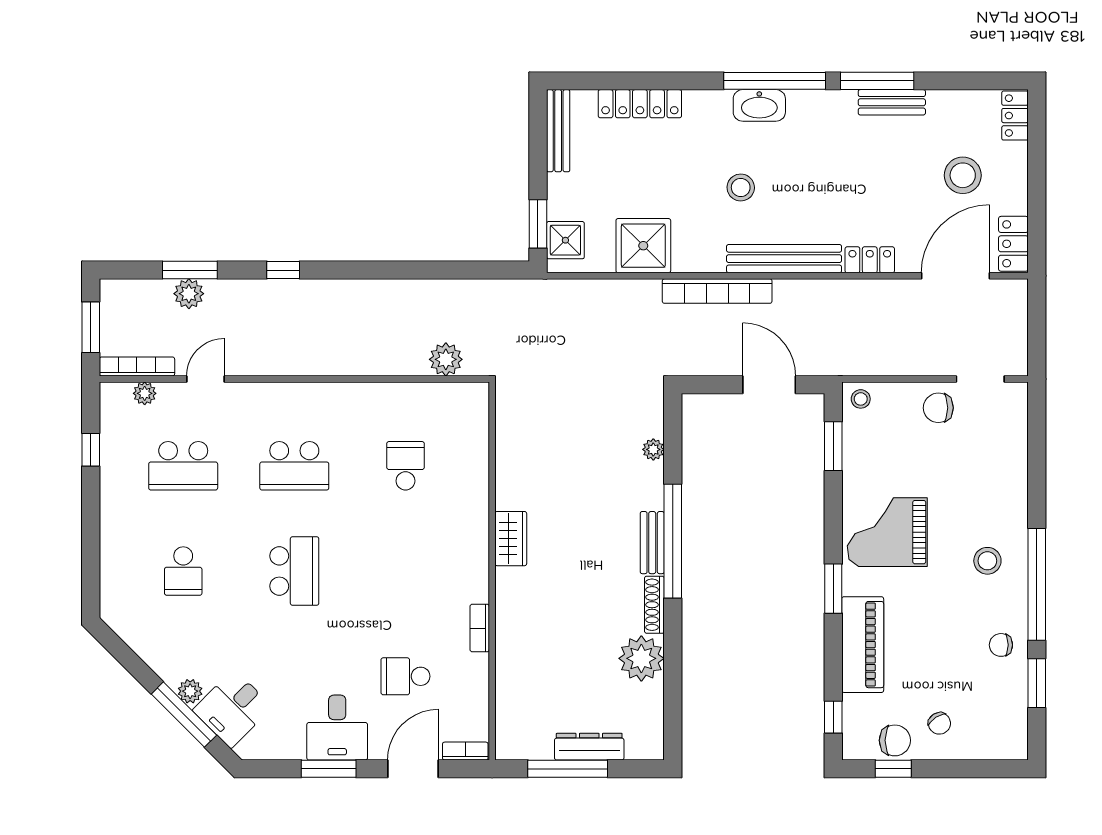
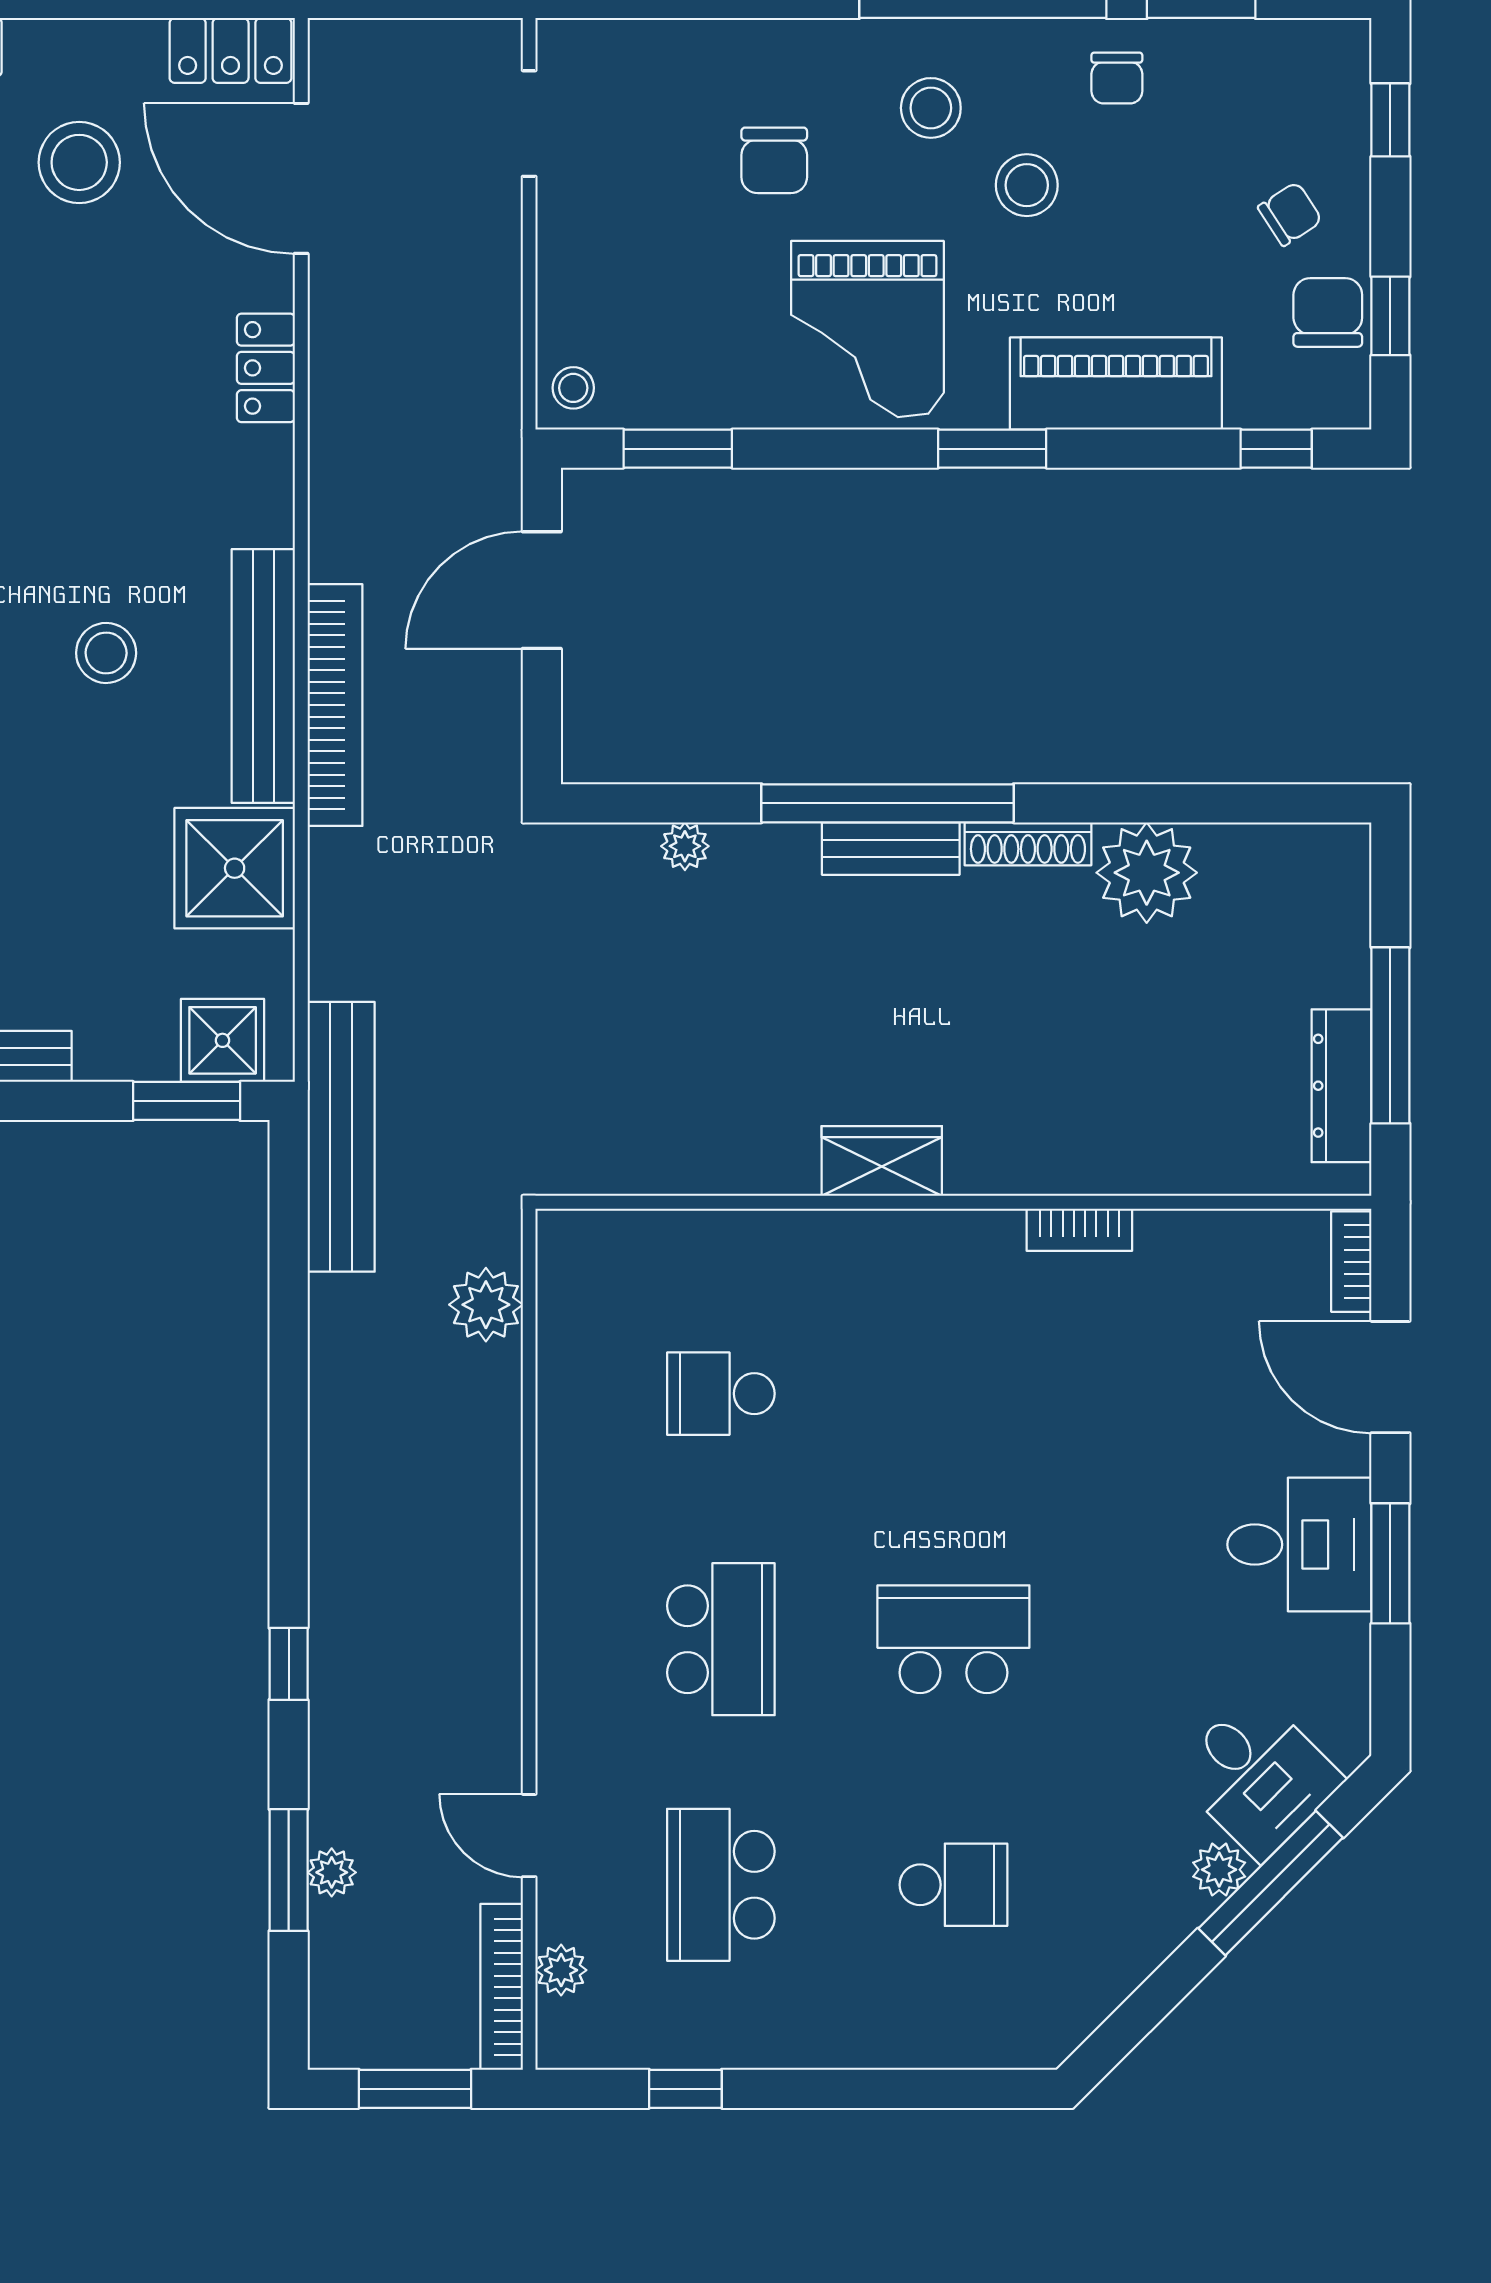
bench: (784, 259) -> (263, 676), moved
plant: (189, 294) -> (332, 1872), width x0.73, depth x0.73
bench: (522, 294) -> (341, 1137), added
chair: (938, 408) -> (774, 160), moved
school desk: (183, 466) -> (721, 1885), turned 180
stool: (952, 604) -> (1027, 185), added
school desk: (405, 676) -> (1186, 1394), removed
dresser: (589, 747) -> (1342, 1086), moved
window: (982, 769) -> (1390, 120), added

